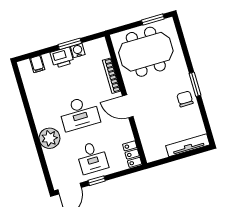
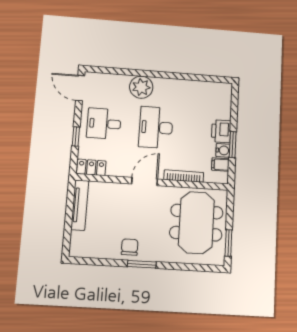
filing cabinet: (37, 64) -> (220, 164), moved
chair: (185, 99) -> (130, 247), turned -90
tv unit: (188, 145) -> (80, 205), moved
window: (97, 181) -> (76, 136), moved

